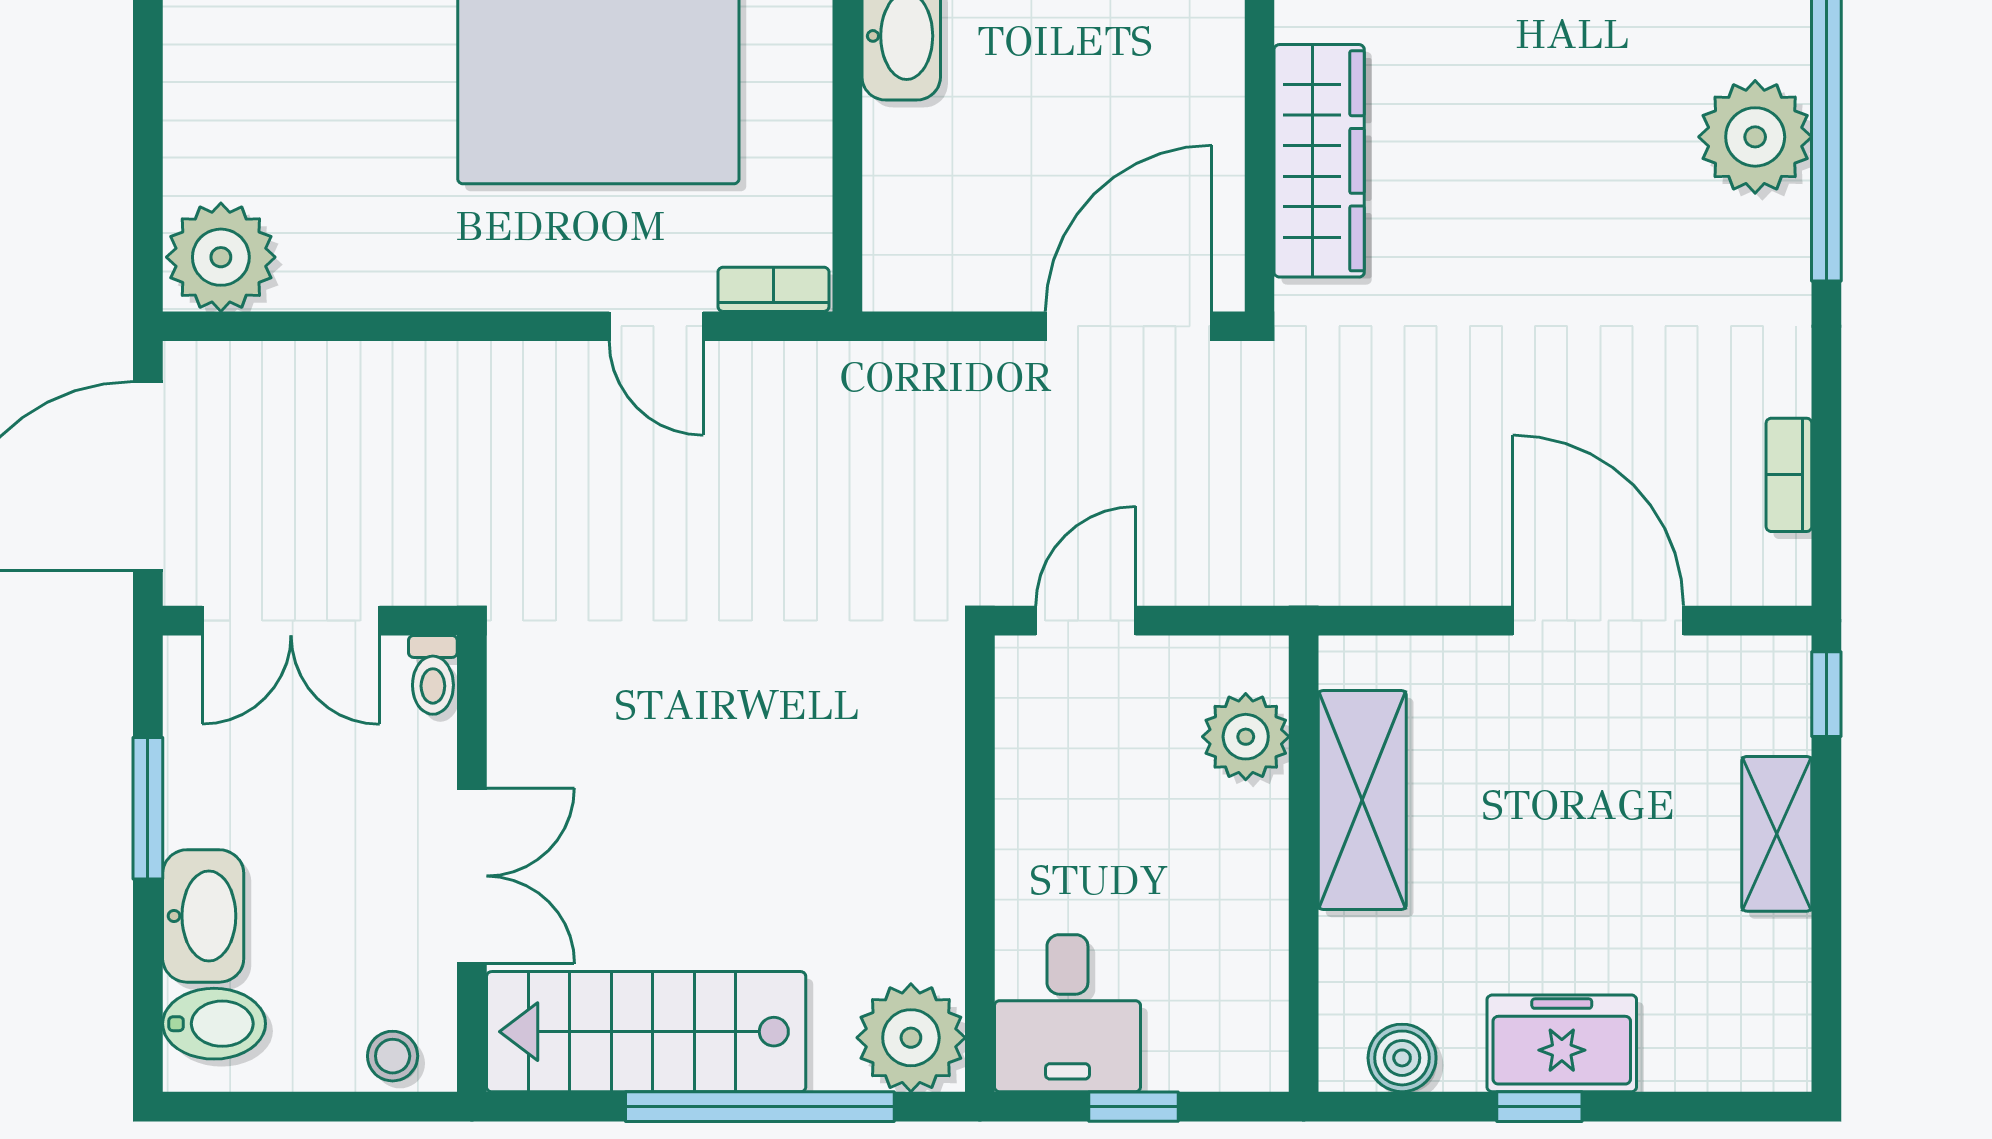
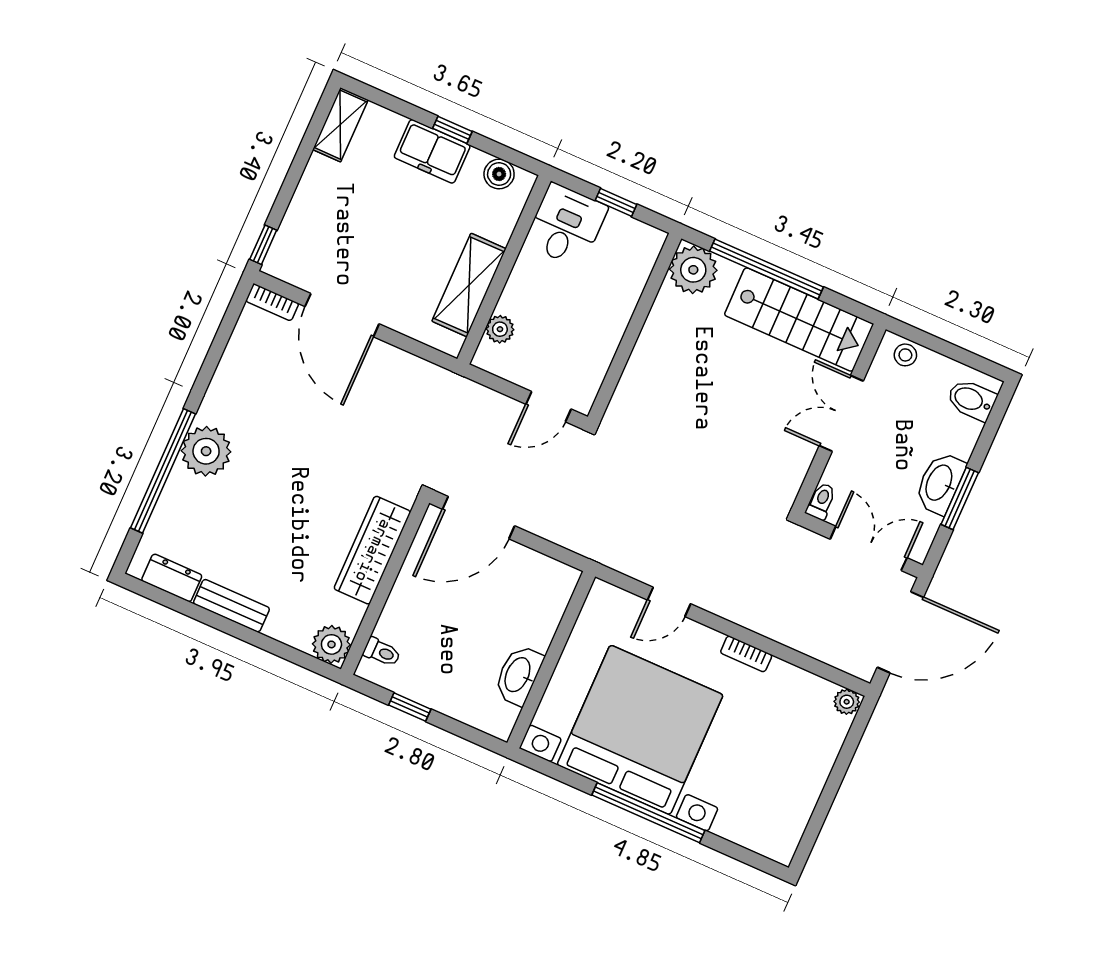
plant: (1755, 137) -> (206, 451), moved
plant: (221, 257) -> (847, 702), width x0.53, depth x0.53
bookcase: (774, 289) -> (746, 654), moved
door: (656, 326) -> (669, 602), swing flipped
bookcase: (1789, 475) -> (272, 302), moved, turned 90
plant: (1246, 737) -> (500, 329), width x0.73, depth x0.73
shelving: (1777, 834) -> (340, 125), moved
washbasin: (203, 916) -> (940, 483), moved
desk: (1067, 1013) -> (566, 225), moved

